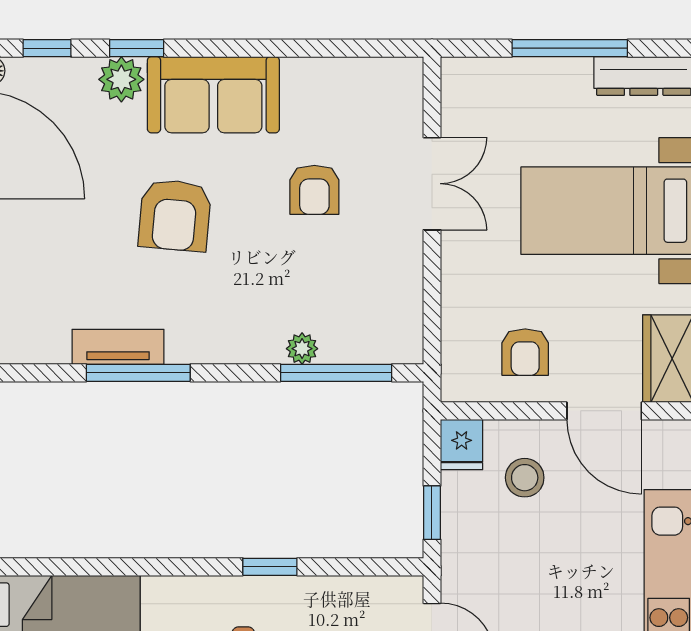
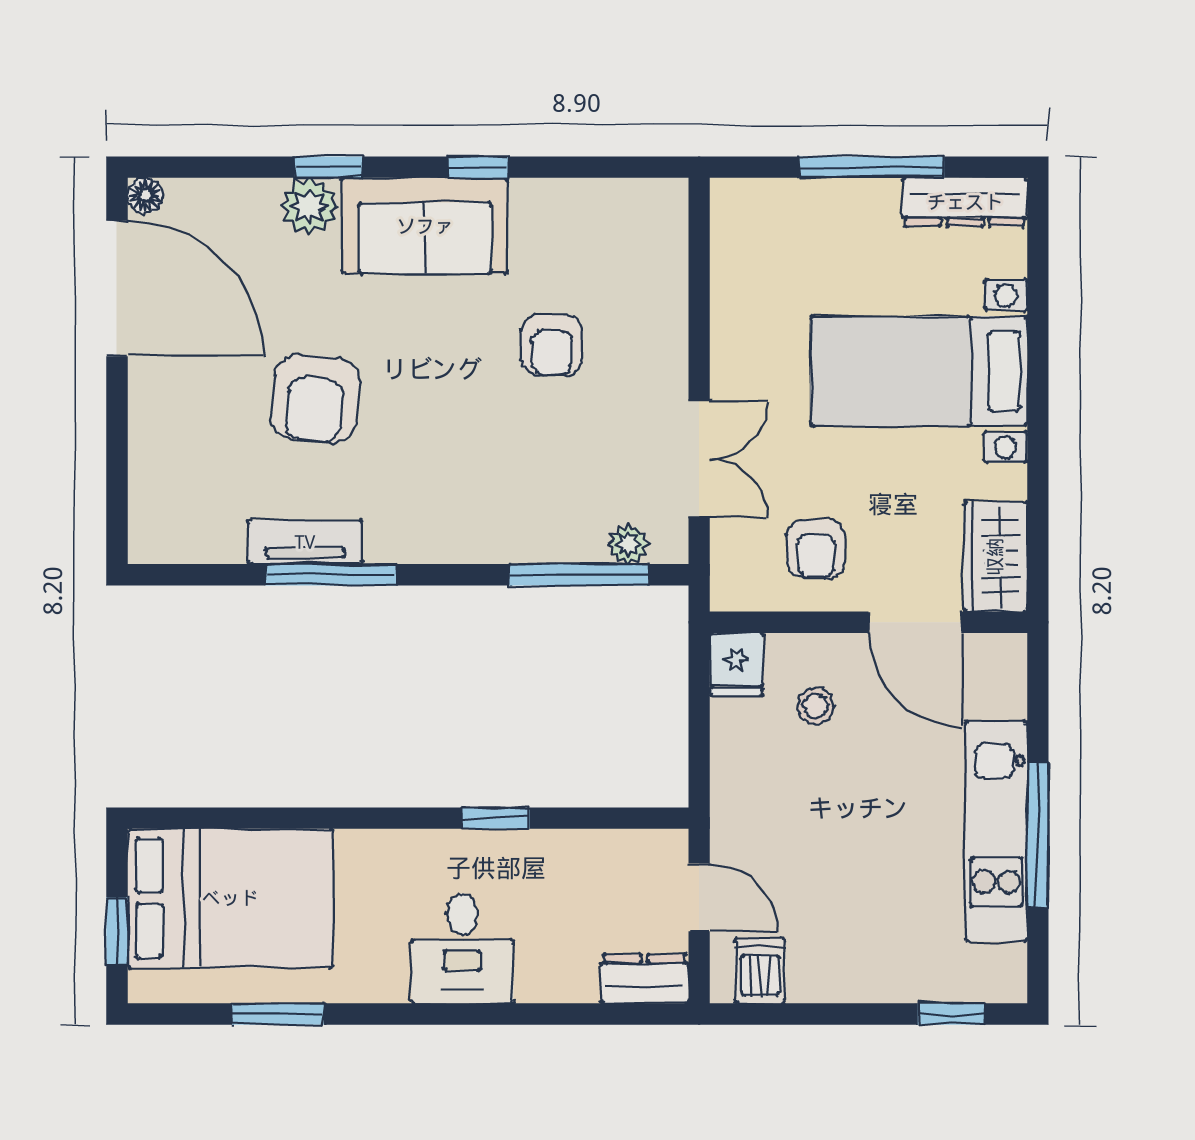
window: (47, 48) -> (478, 167), moved
double door: (432, 184) -> (699, 459), moved
armchair: (175, 215) -> (315, 399), moved
plant: (302, 349) -> (628, 544), moved
stool: (525, 478) -> (815, 706), width x0.73, depth x0.73
window: (432, 513) -> (699, 750), removed

